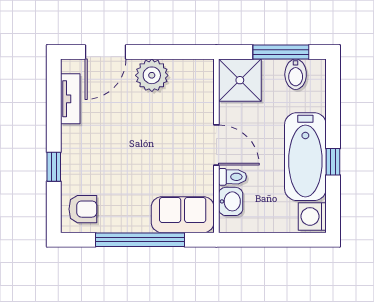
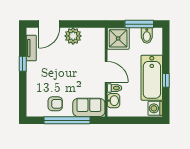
window: (54, 167) -> (23, 64), moved
armchair: (83, 209) -> (55, 104), moved

